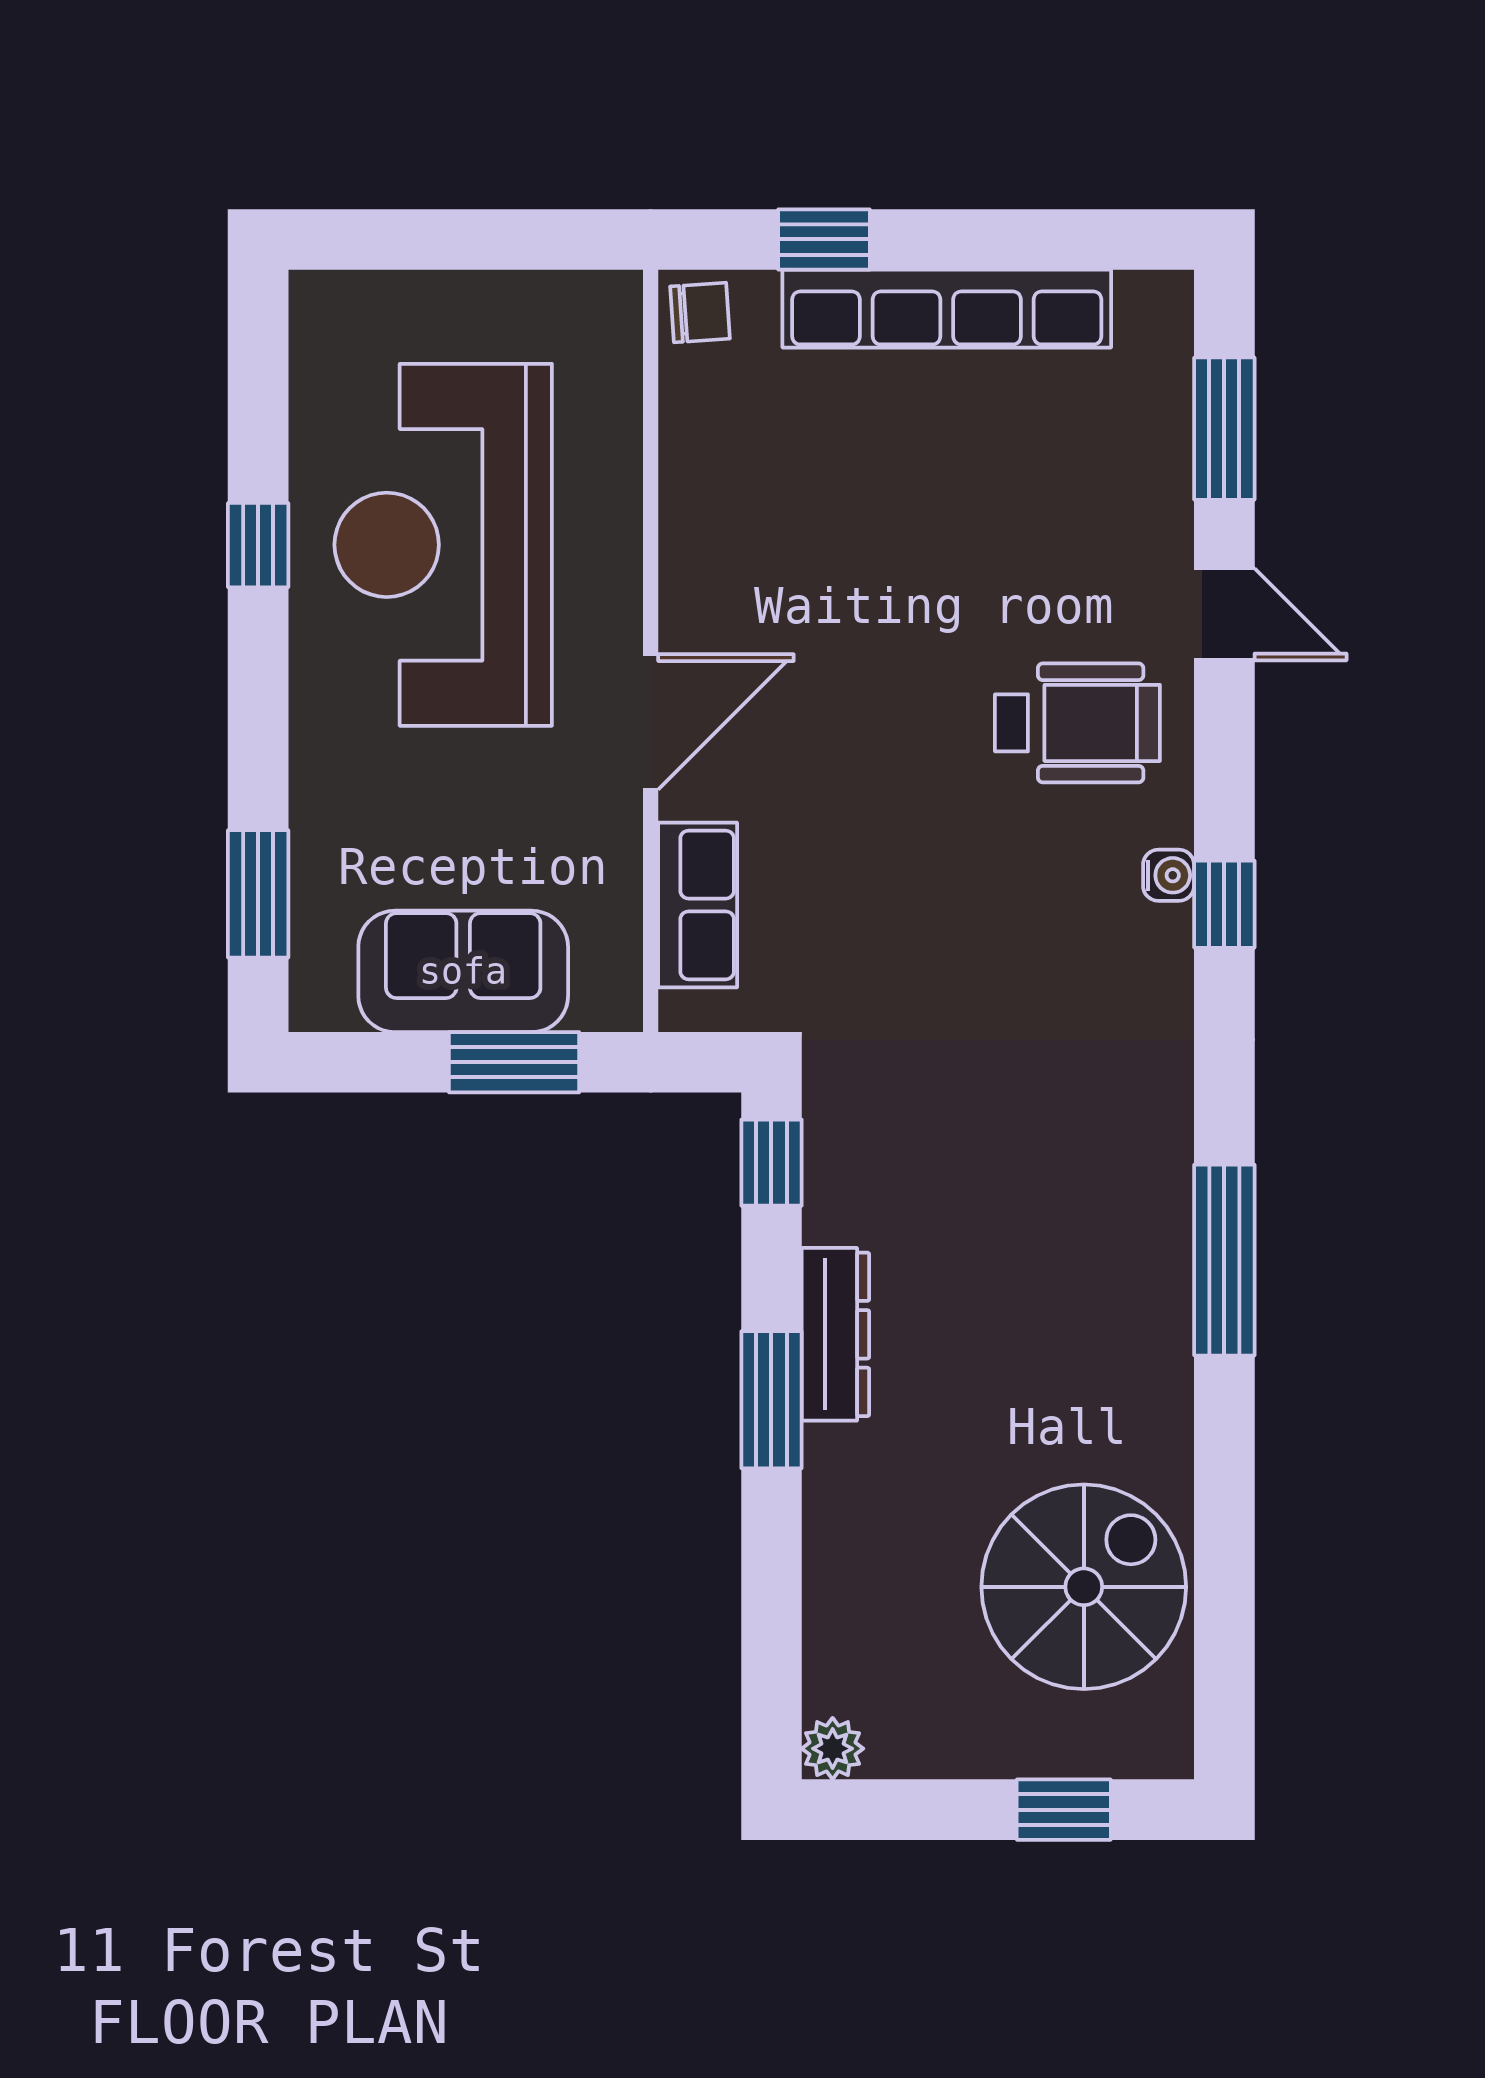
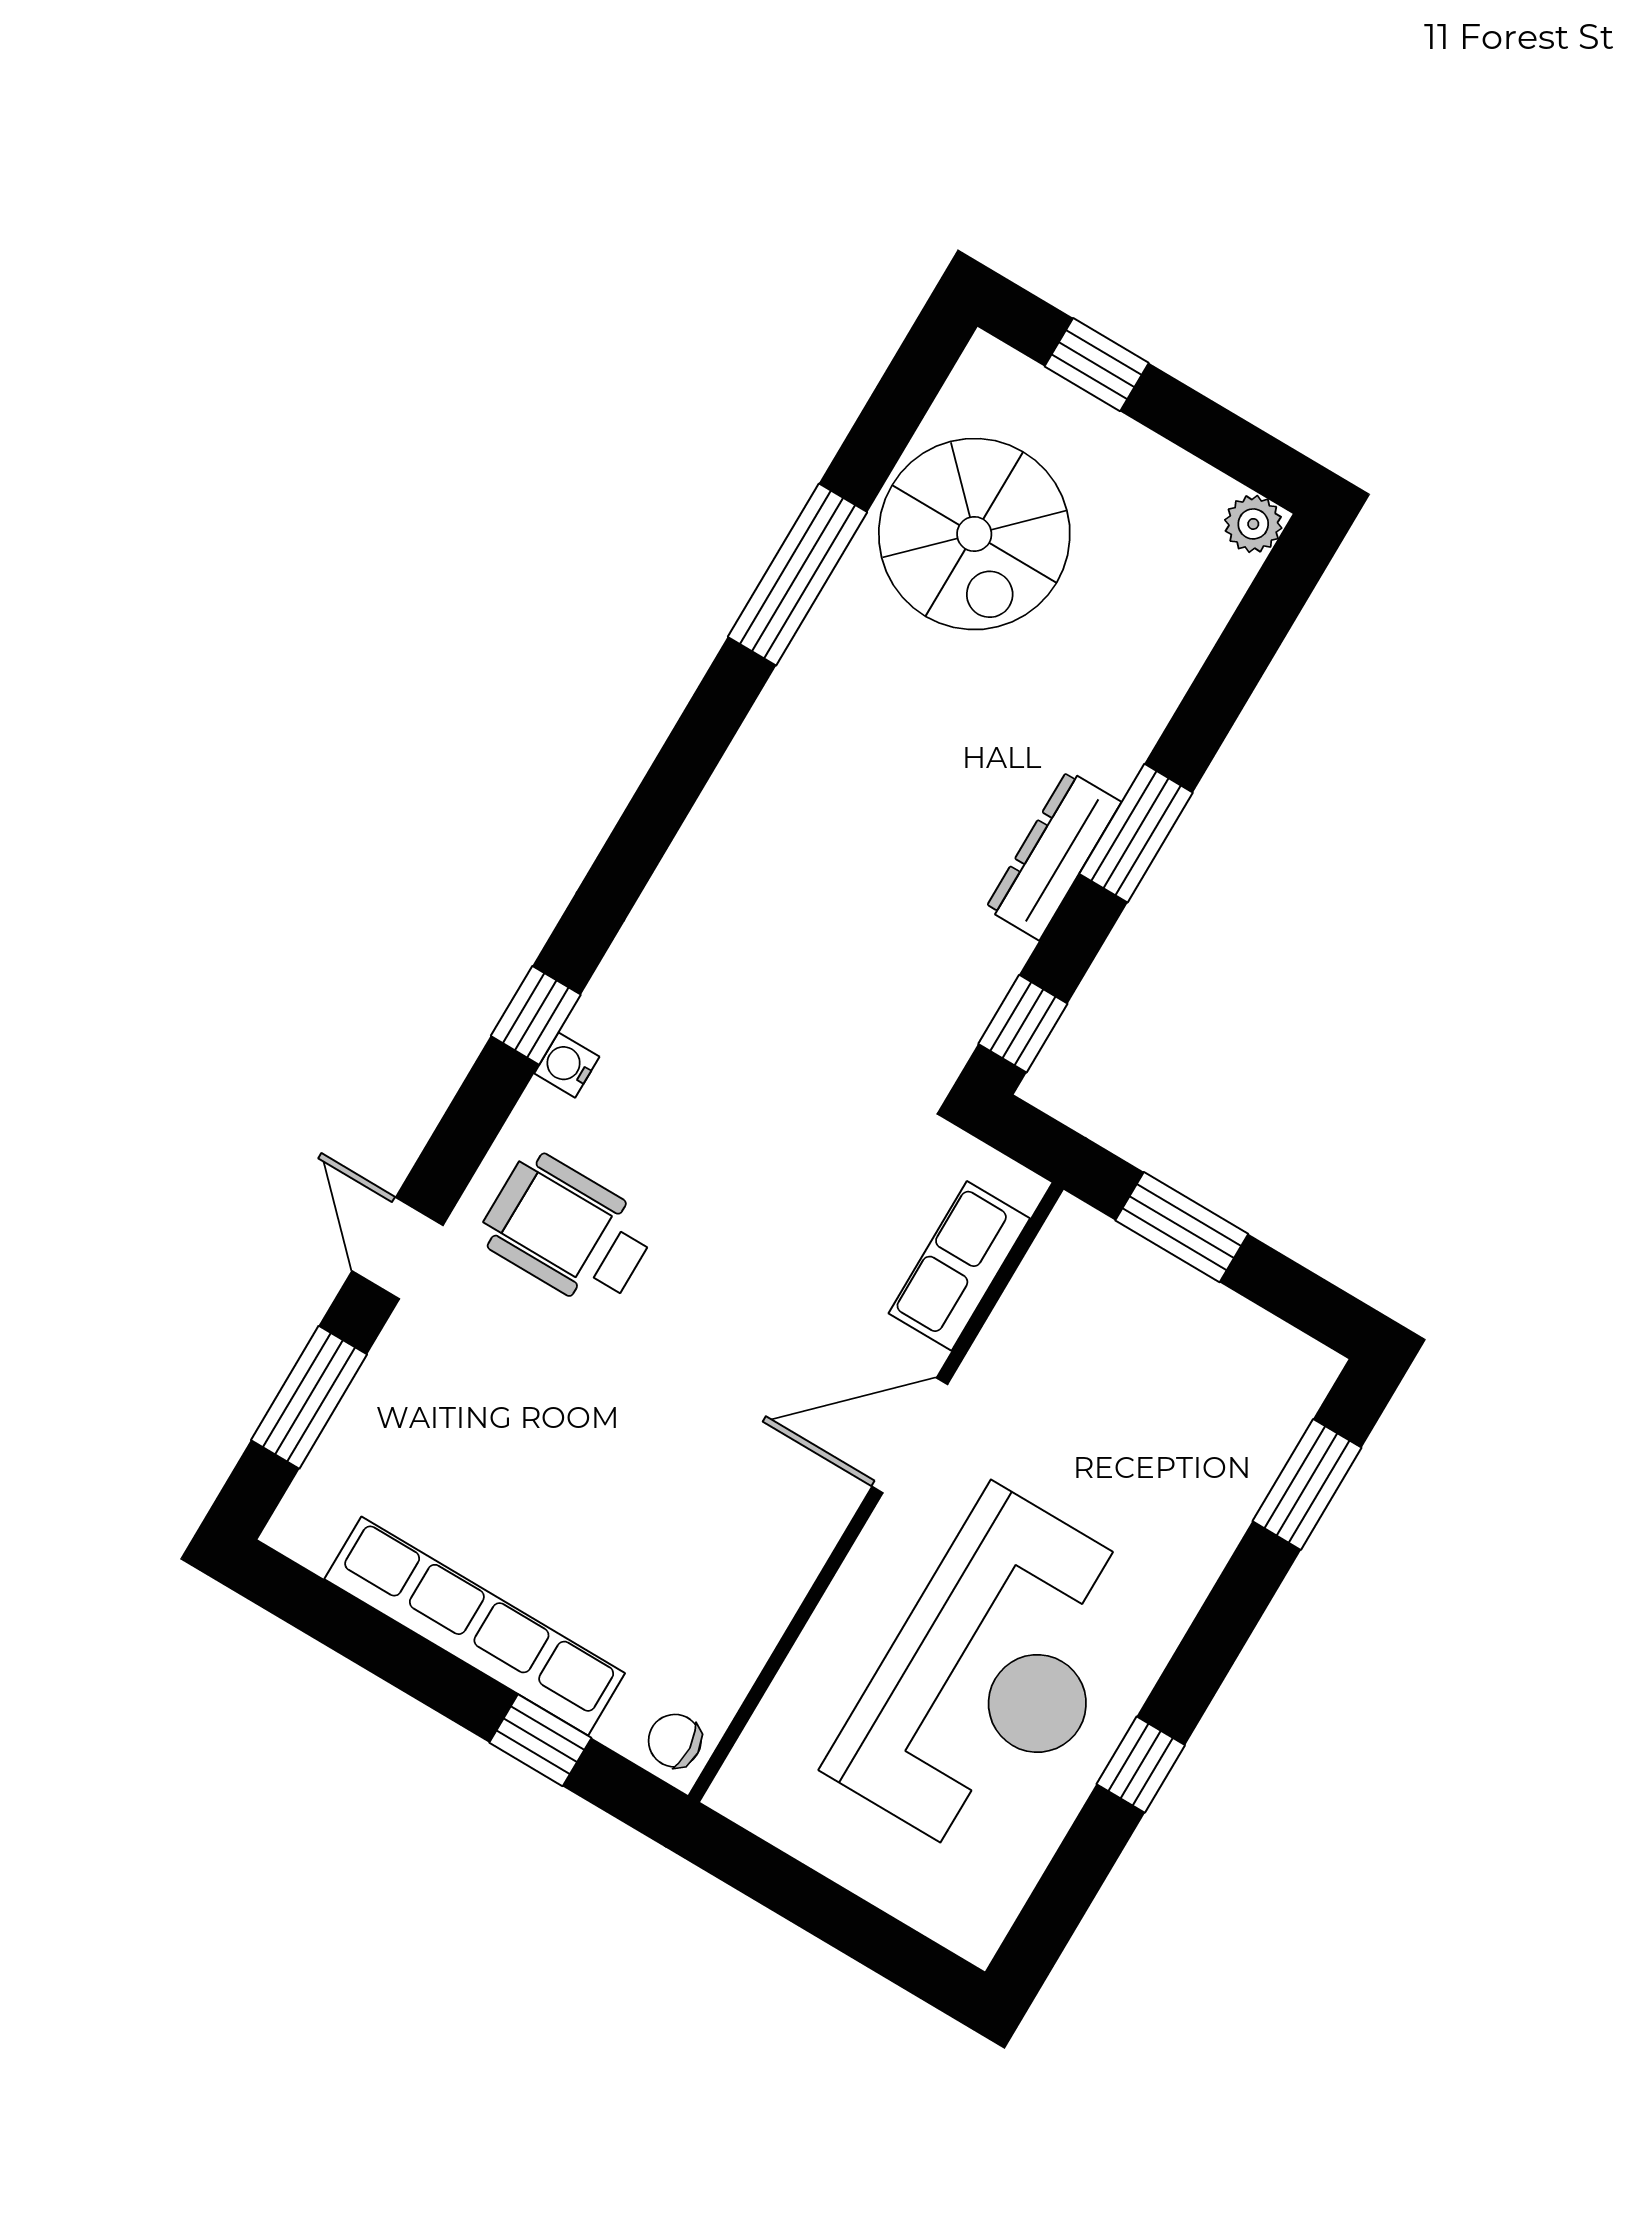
sofa: (463, 971) -> (1179, 1324), removed
window: (1224, 1260) -> (797, 575), moved
spiral stairs: (1084, 1587) -> (974, 534), turned -90

